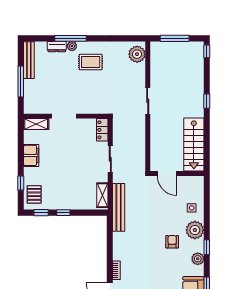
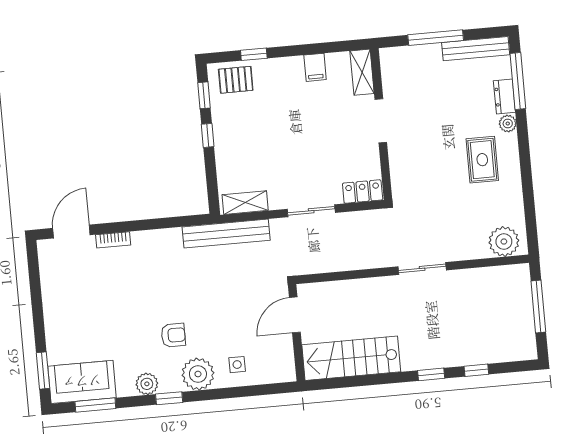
window: (71, 38) -> (518, 81), moved
window: (207, 51) -> (476, 370), moved
filing cabinet: (31, 155) -> (315, 67), width x0.50

